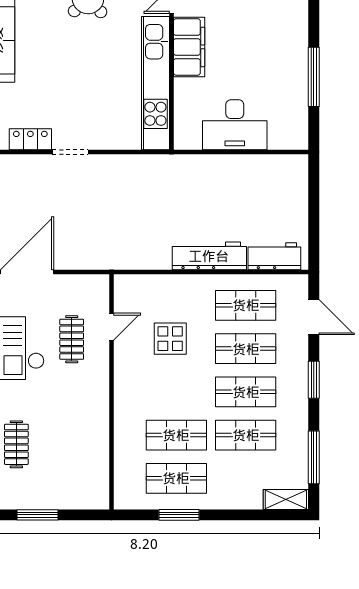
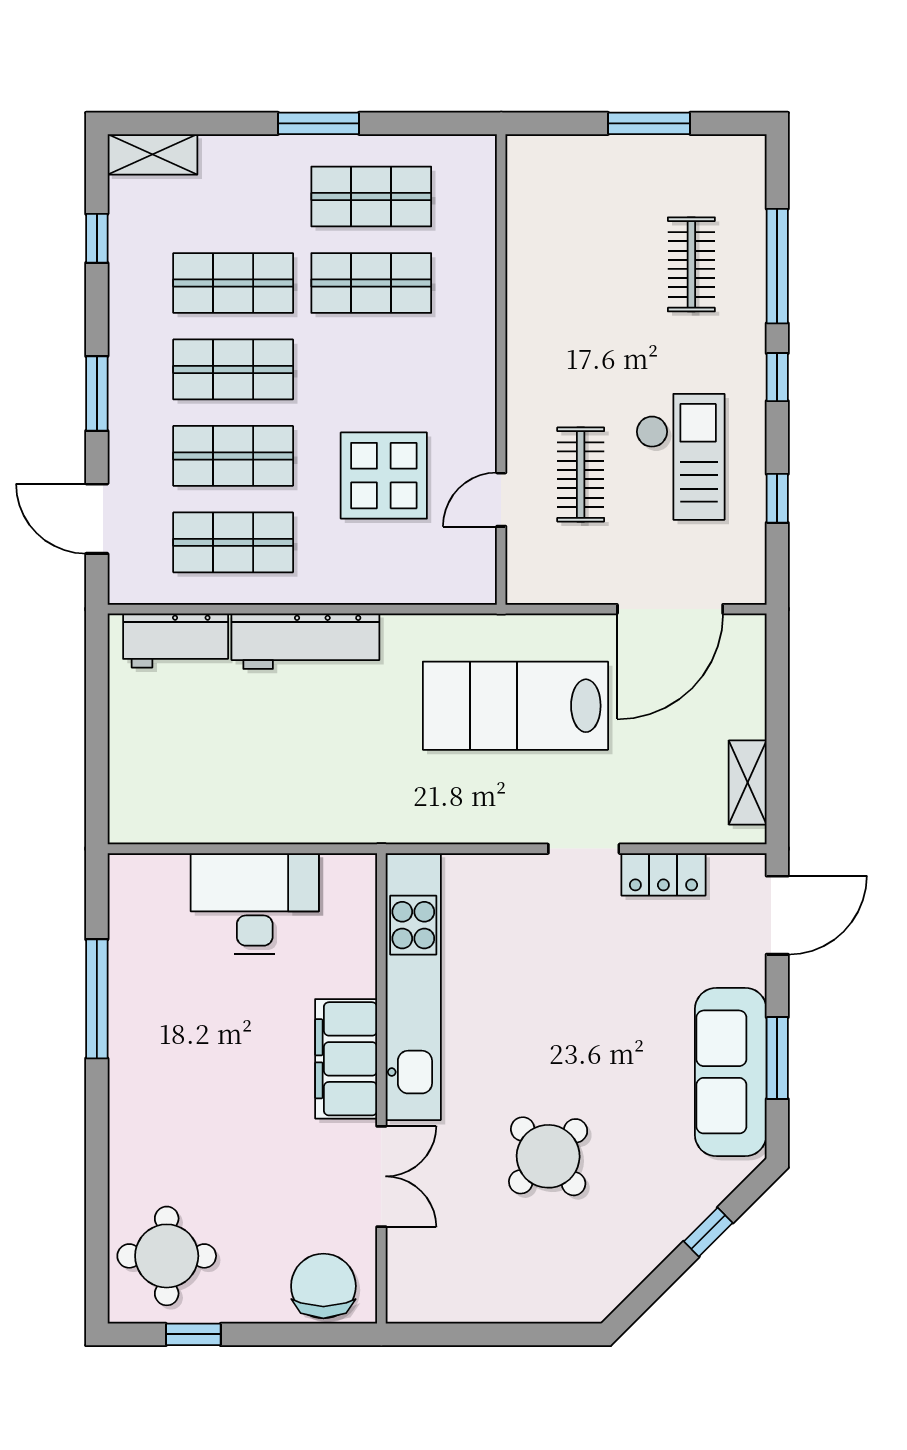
lab bench: (104, 224) -> (515, 706), added
display table: (170, 339) -> (384, 476), width x1.36, depth x1.36
window: (314, 457) -> (97, 238), width x0.46
window: (179, 515) -> (319, 123), moved

